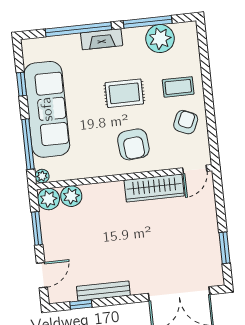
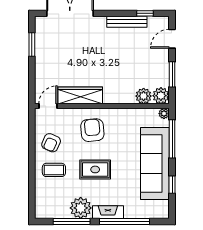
plant: (160, 39) -> (81, 208), moved

